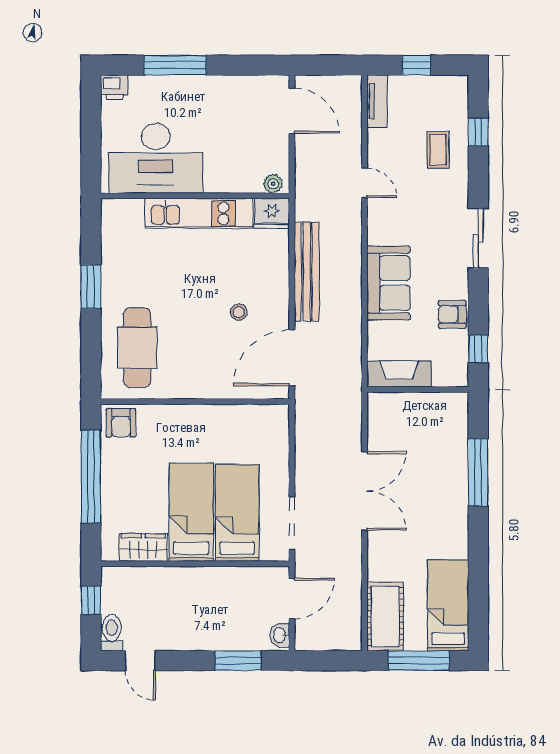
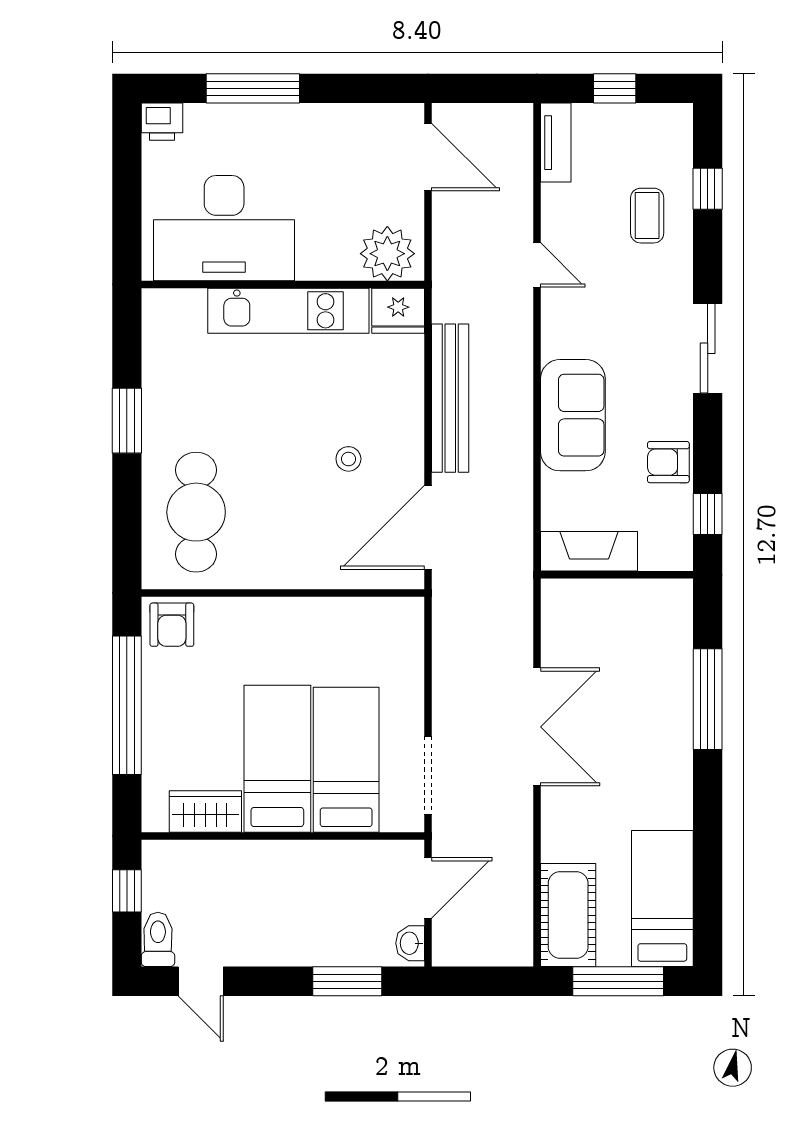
plant: (273, 184) -> (387, 254), width x1.87, depth x1.87

